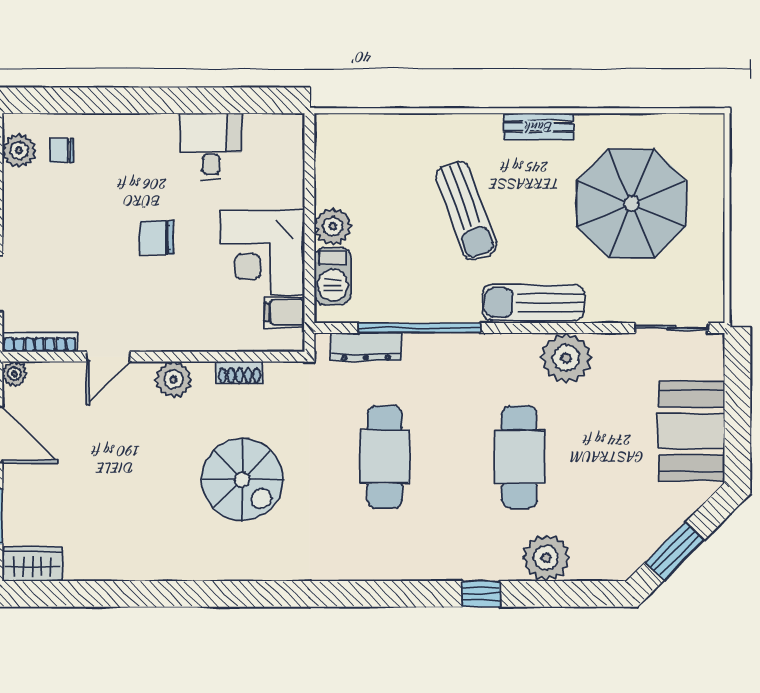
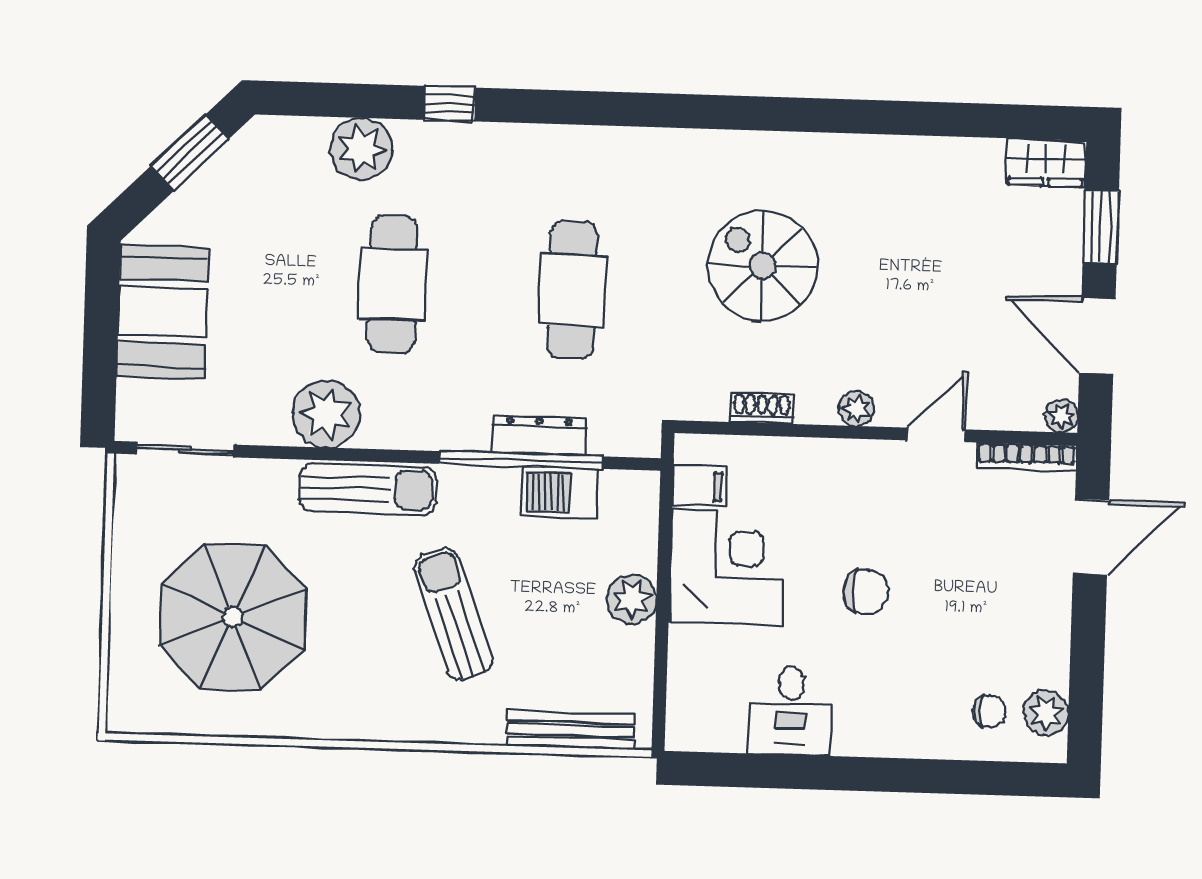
bench: (539, 127) -> (570, 730), moved, width x1.36
barbecue: (333, 276) -> (560, 492), moved, turned -90
dresser: (366, 347) -> (539, 436), moved
plant: (173, 379) -> (856, 409), width x0.73, depth x0.73

